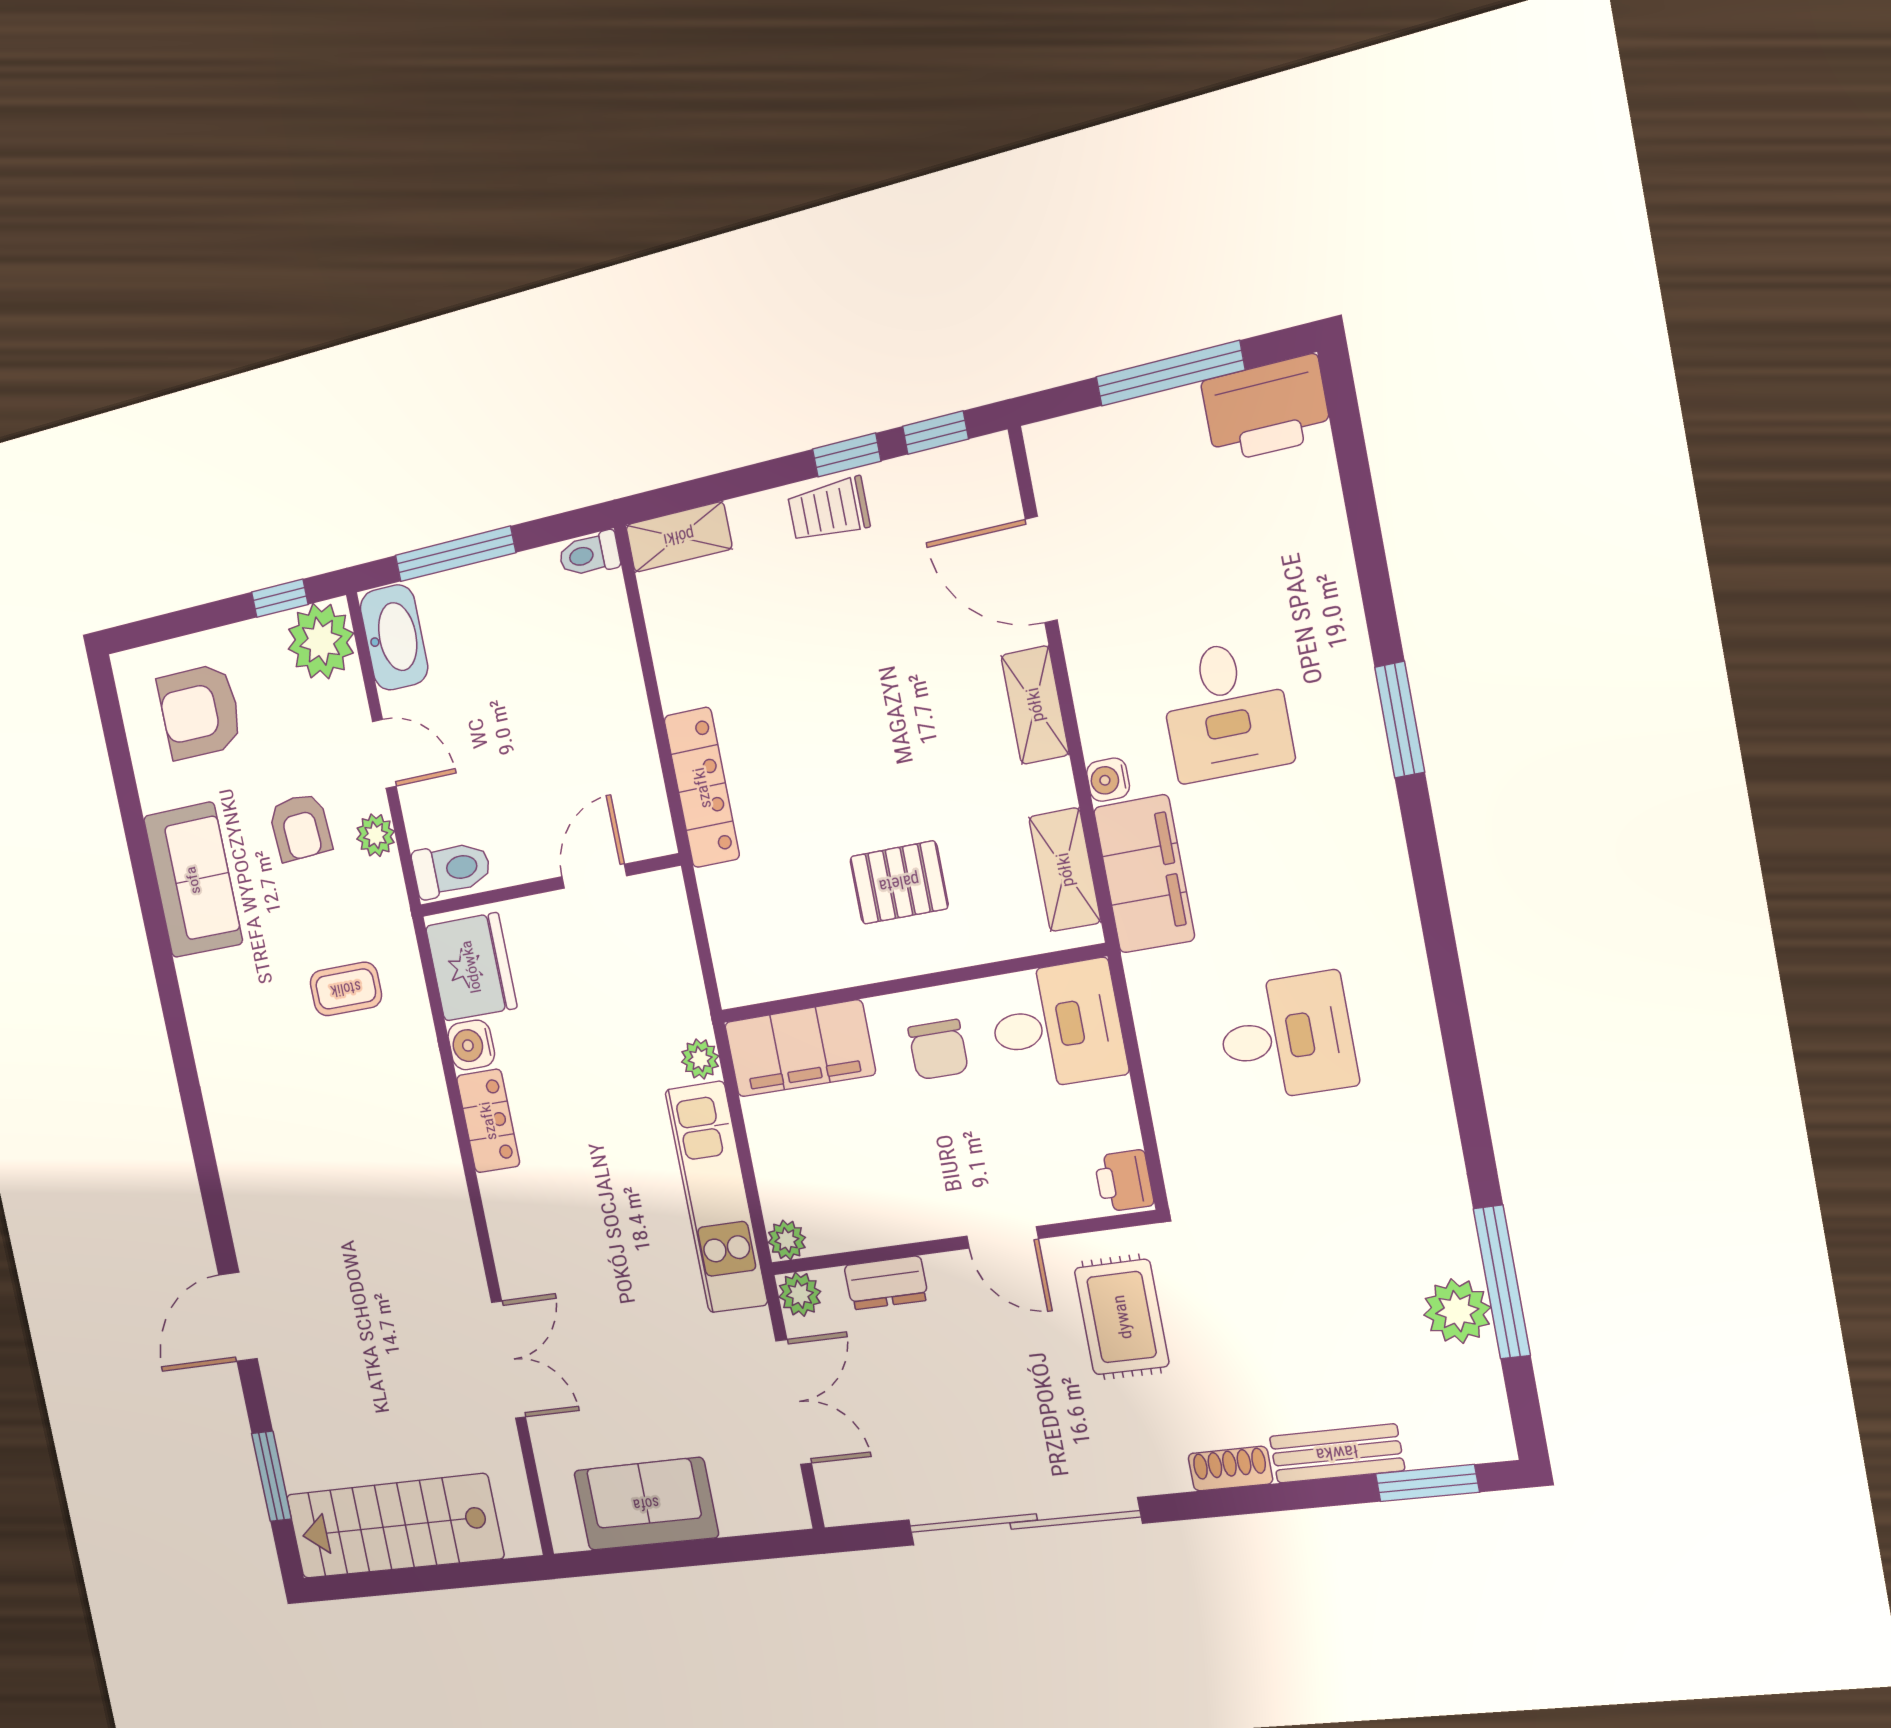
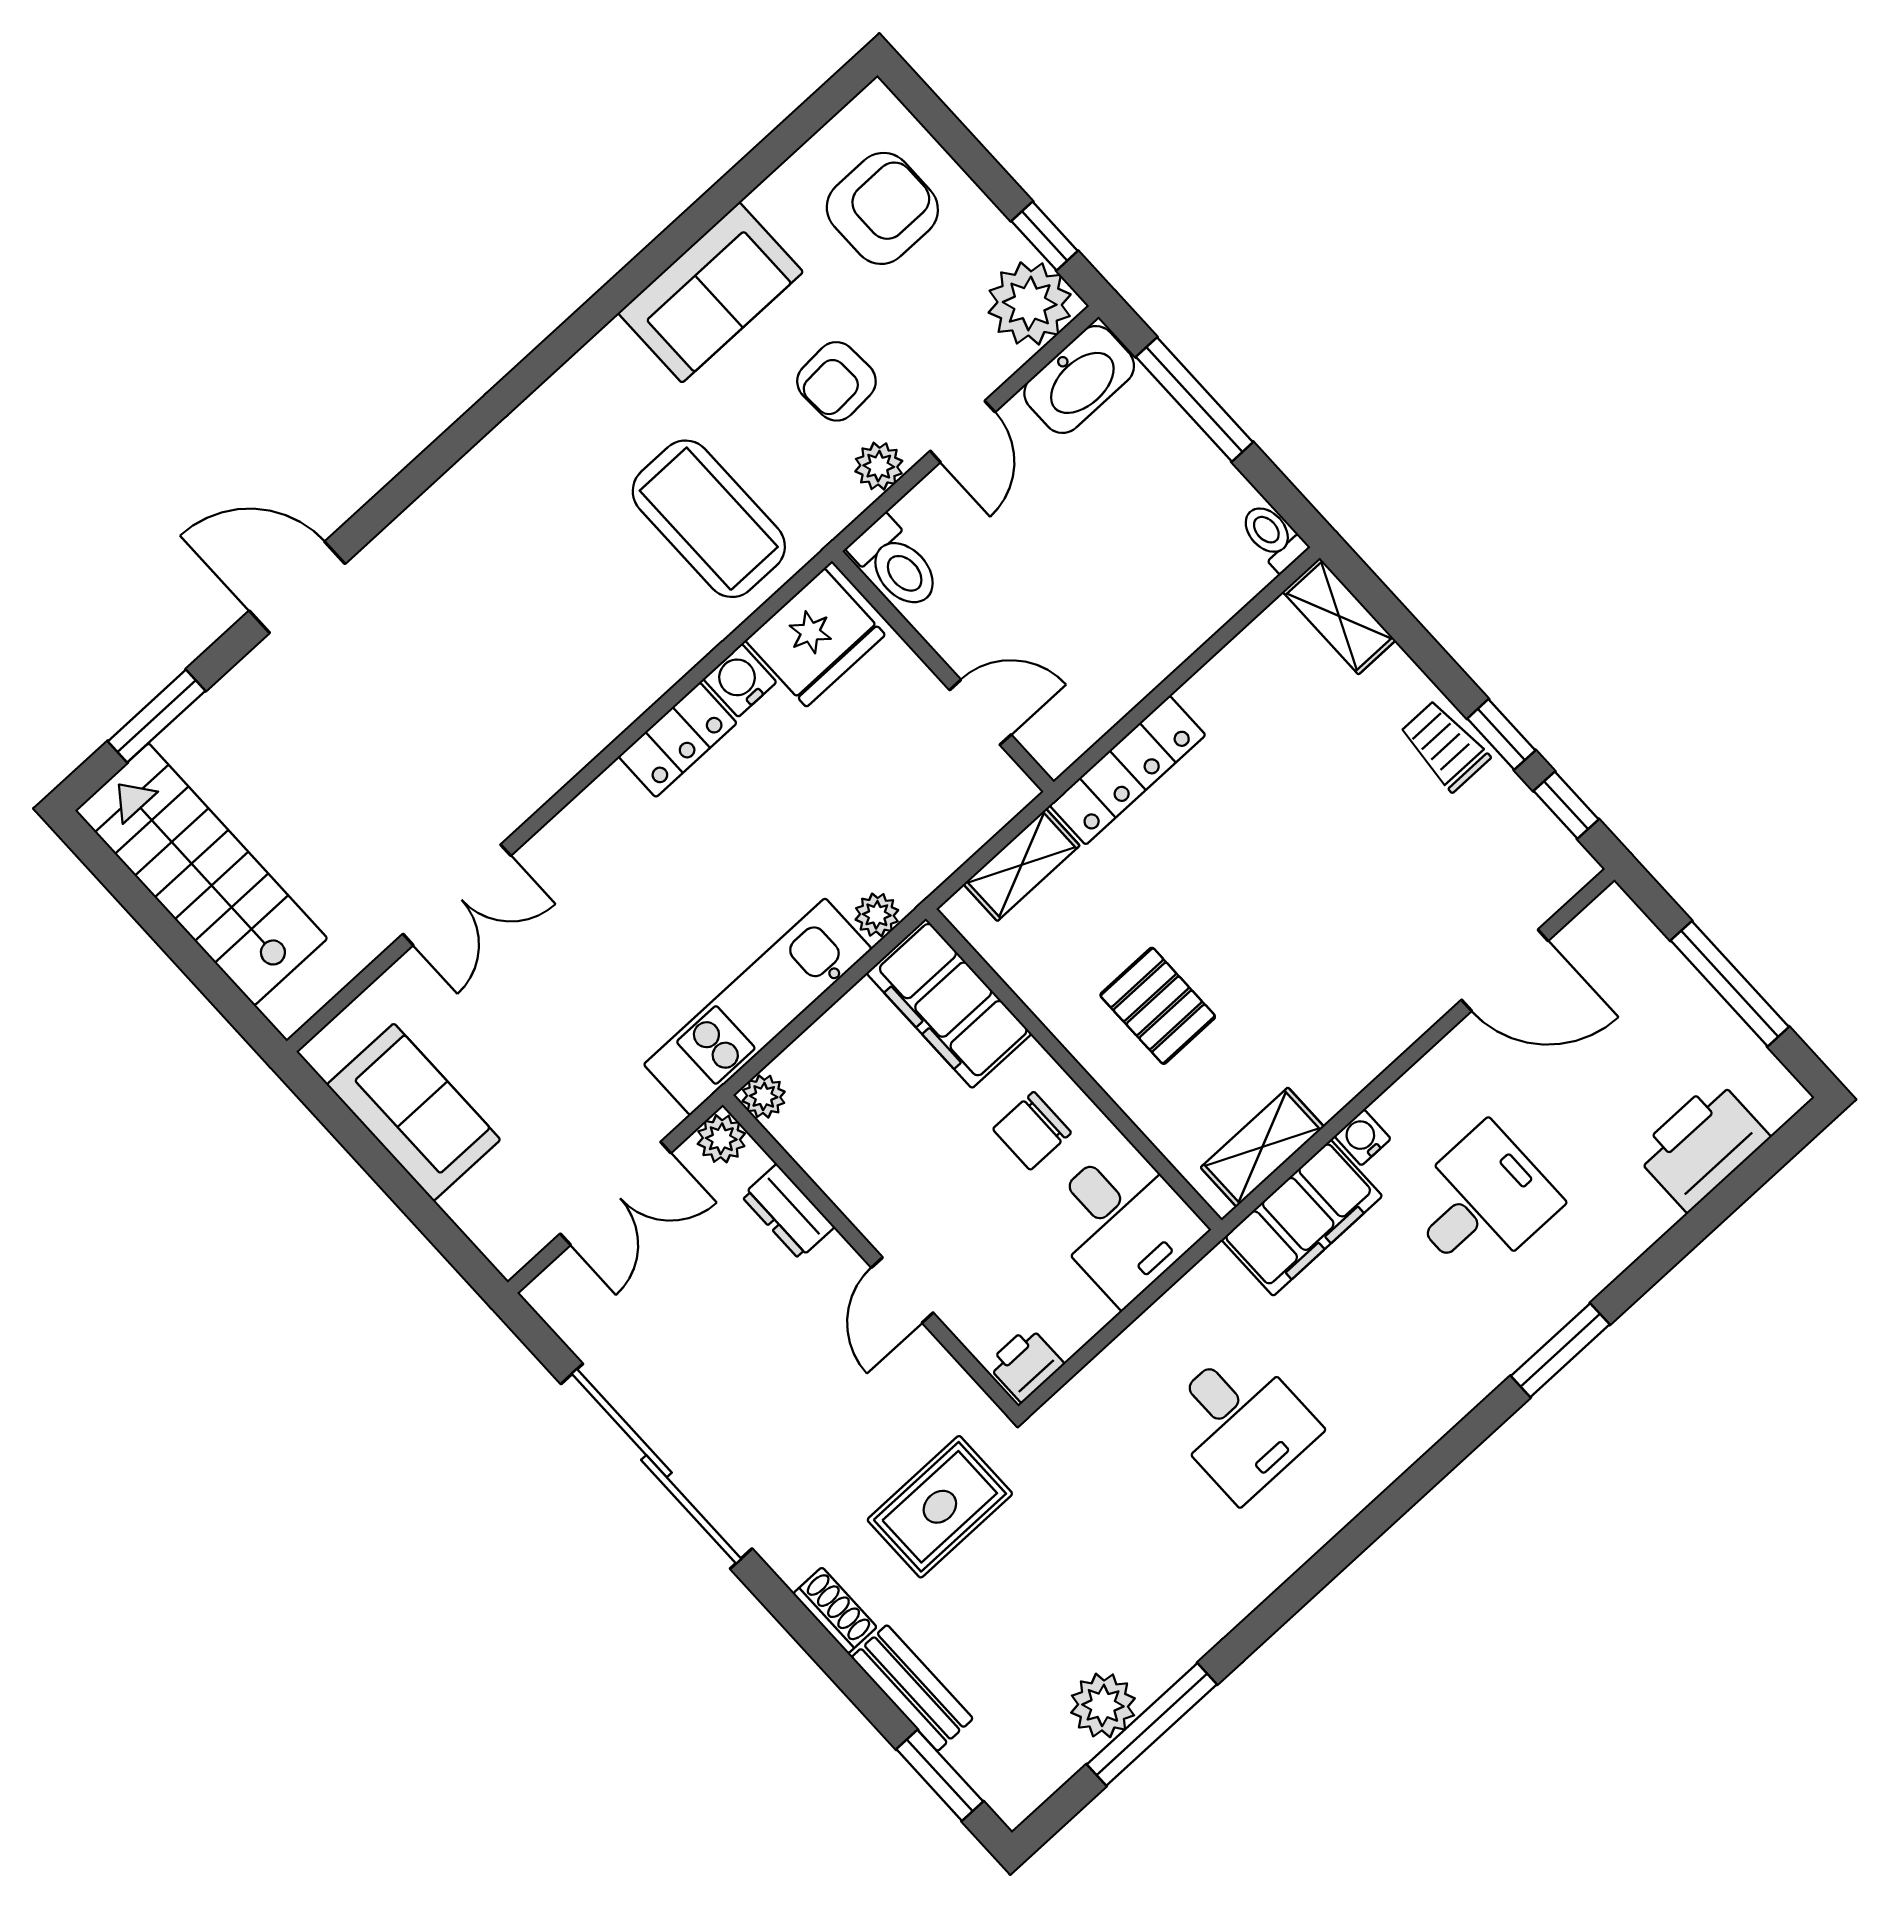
printer: (1266, 409) -> (1702, 1145), moved, turned 90
door: (1041, 570) -> (1505, 970), swing flipped
shelving: (1035, 705) -> (1022, 865), moved
desk: (1226, 710) -> (1481, 1202), turned 180
armchair: (200, 712) -> (882, 208), turned 90
coffee table: (346, 989) -> (709, 519), width x1.86, depth x1.72
rug: (1122, 1317) -> (940, 1507), moved

